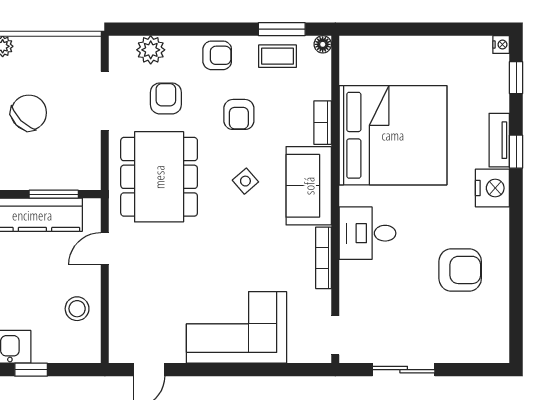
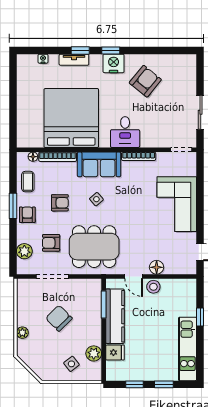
window: (282, 29) -> (13, 206), moved
floor lamp: (323, 44) -> (33, 157), moved
nightstand: (501, 45) -> (43, 59), moved
window: (516, 78) -> (111, 50), moved
bookcase: (323, 123) -> (58, 157), width x1.56
nightstand: (492, 188) -> (114, 63), moved
armchair: (460, 270) -> (145, 81), turned 39
floor lamp: (122, 290) -> (157, 267), added
stool: (77, 309) -> (153, 287), moved

